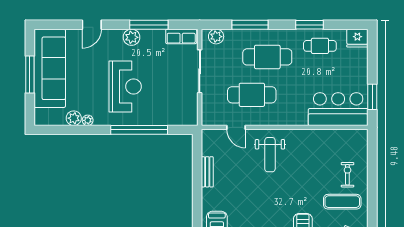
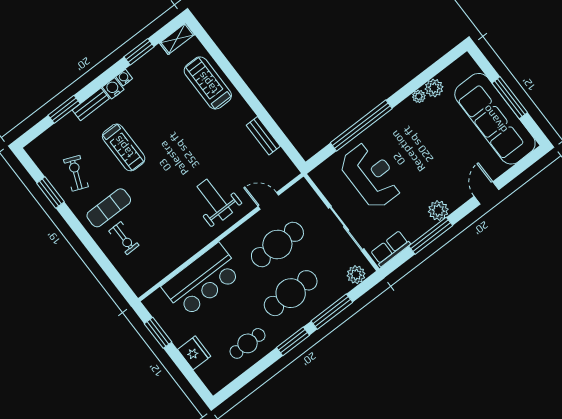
window: (309, 25) -> (293, 341), moved
fridge: (357, 38) -> (194, 353), moved, turned 90
reception desk: (125, 86) -> (371, 175), moved, turned 180
bar counter: (338, 109) -> (202, 280), moved

